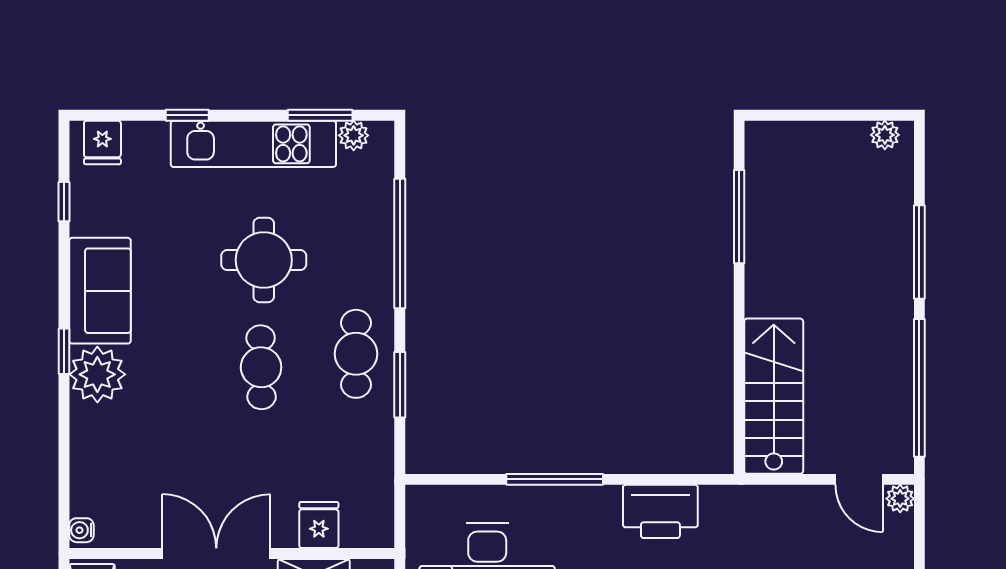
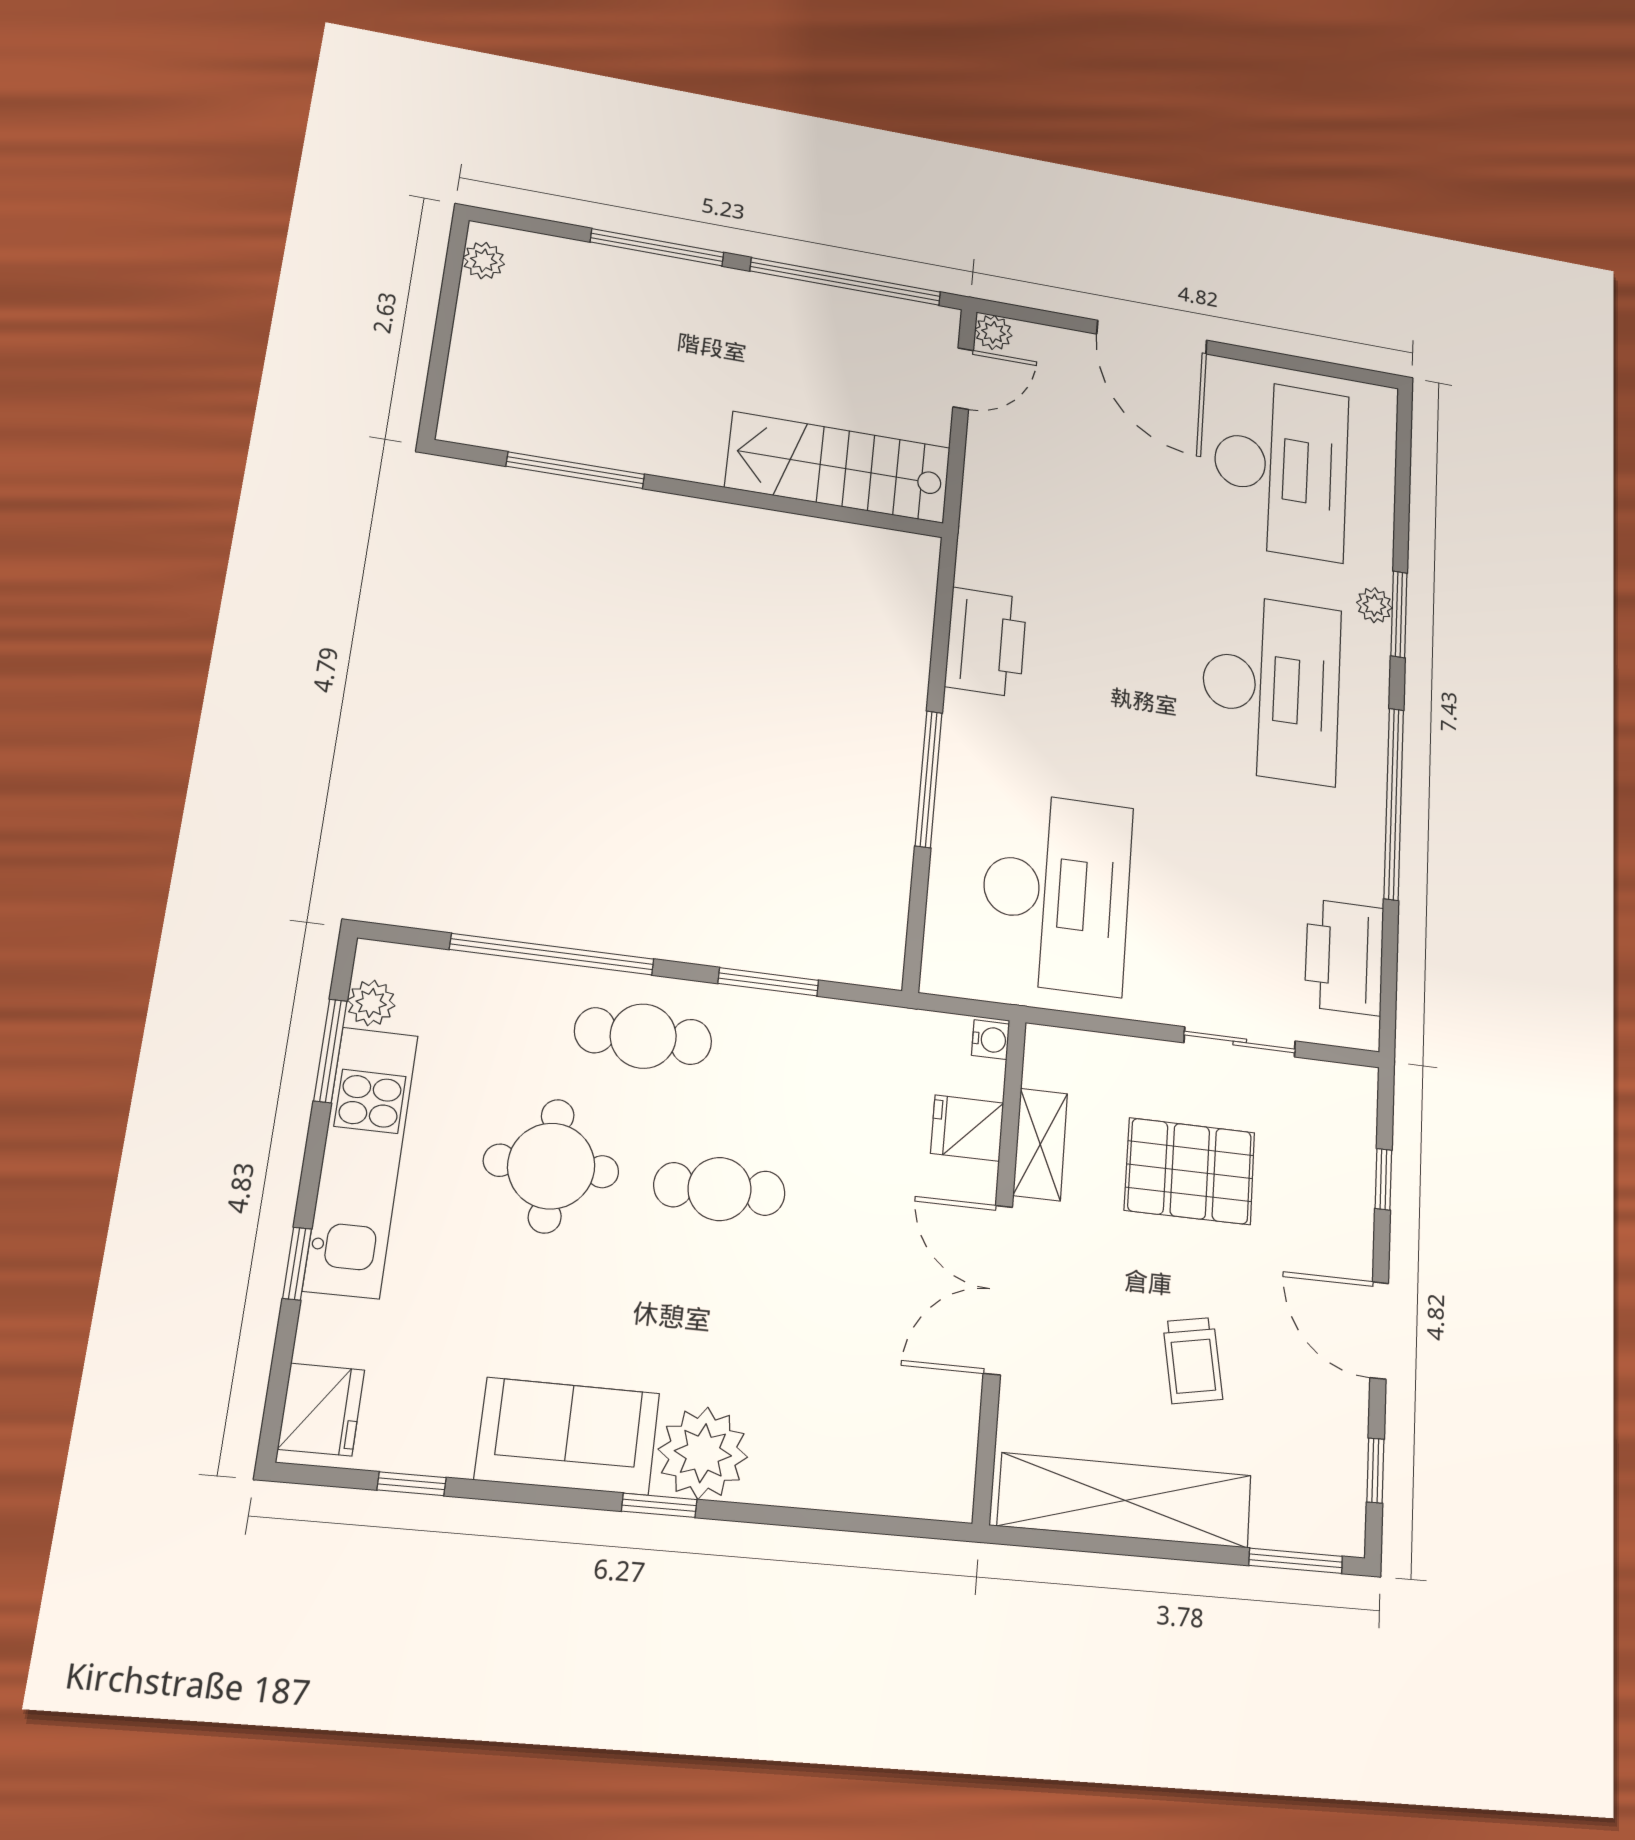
fridge: (102, 142) -> (321, 1410), width x1.38
cafe table: (356, 354) -> (643, 1036), moved
water cooler: (81, 530) -> (991, 1040), moved, turned -90

